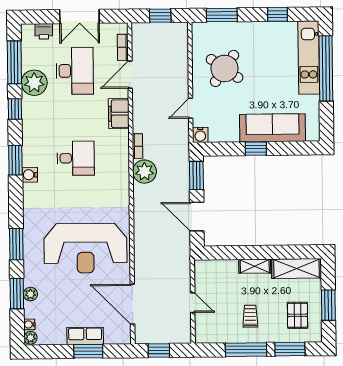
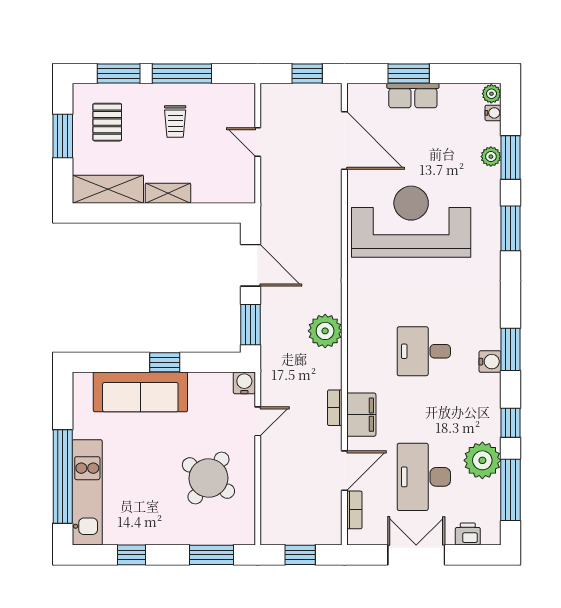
bookcase: (137, 146) -> (335, 408), moved
water cooler: (30, 175) -> (490, 362), moved

